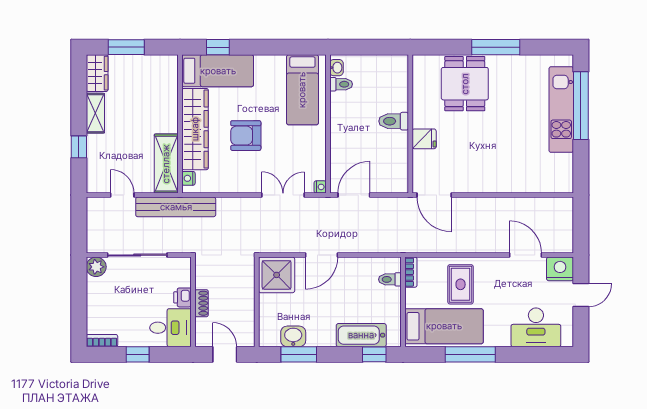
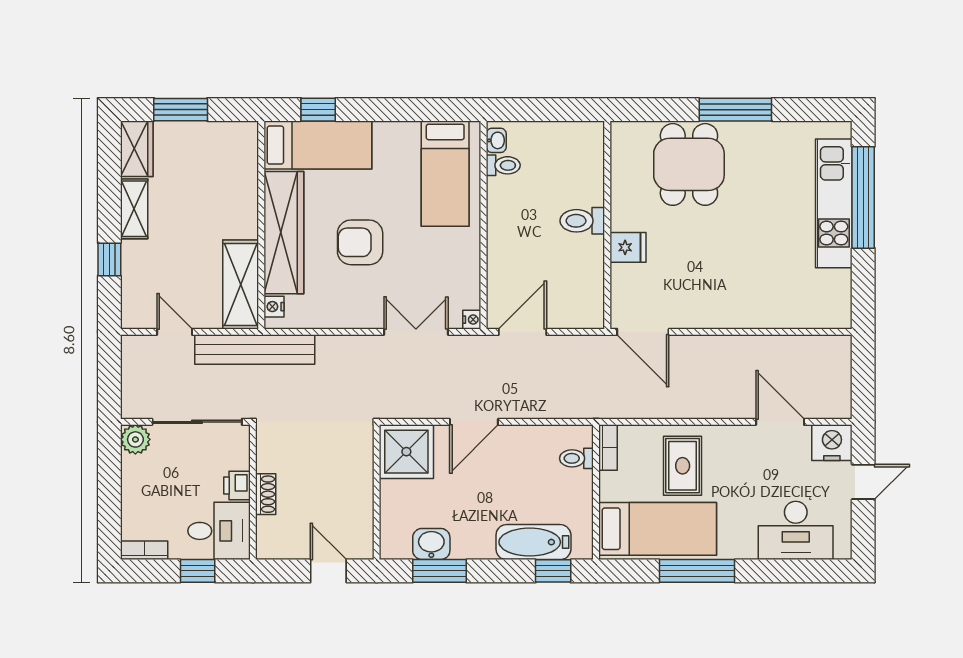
printer: (182, 297) -> (237, 485), moved
wall: (193, 302) -> (253, 492), moved
shoe rack: (202, 303) -> (266, 494), moved
desk: (171, 328) -> (219, 531), moved

